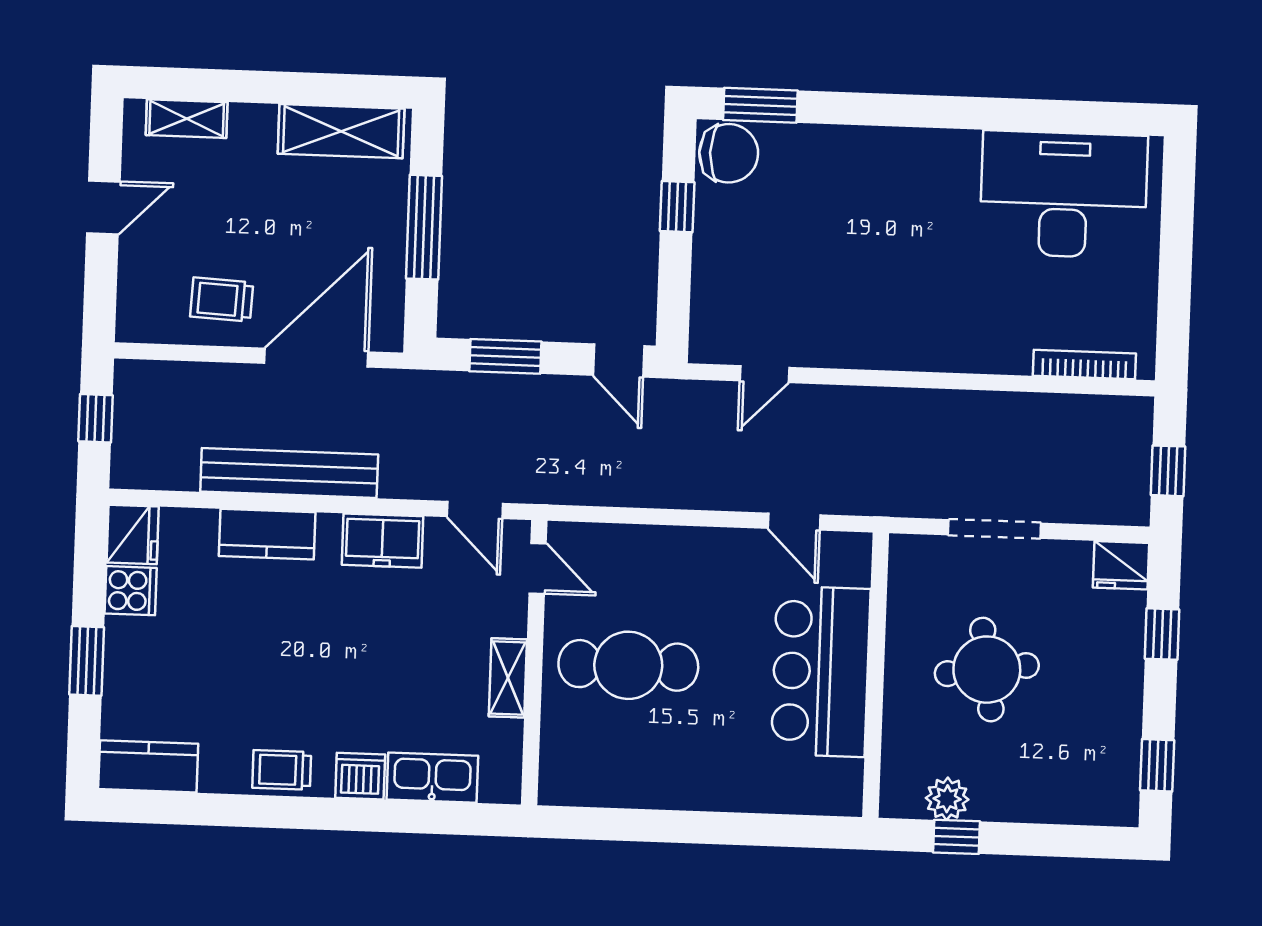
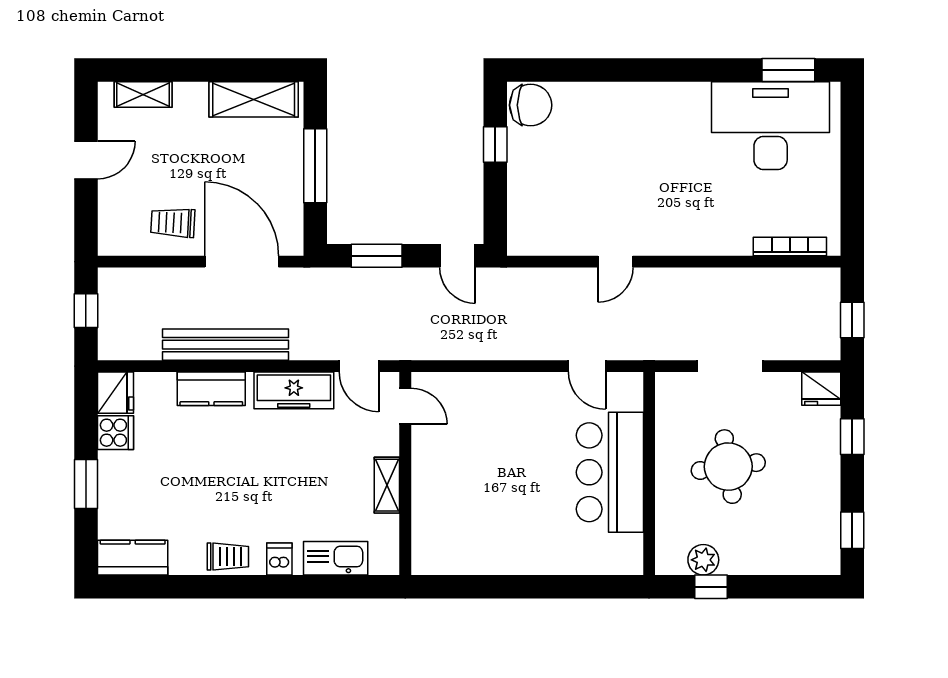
window: (760, 105) -> (788, 70), moved
door: (316, 358) -> (242, 262), hinge flipped
door: (765, 374) -> (615, 262), moved
freezer: (383, 541) -> (294, 390), width x1.40
cafe table: (628, 665) -> (472, 473), removed
trolley: (282, 770) -> (228, 557), turned 180
dishwasher: (360, 776) -> (279, 559), width x0.73

